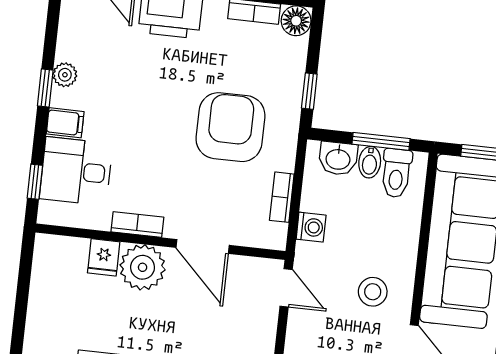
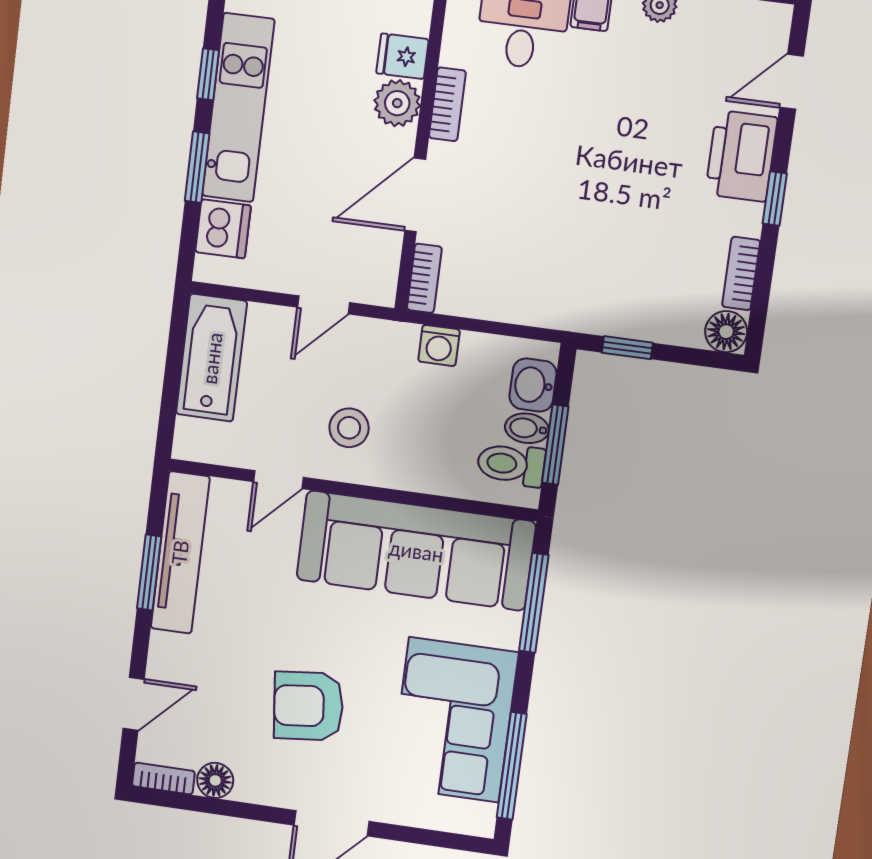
armchair: (230, 127) -> (580, 237), removed
bookcase: (282, 197) -> (424, 278), moved, turned 90
plant: (143, 267) -> (397, 103), width x0.73, depth x0.73
door: (286, 288) -> (323, 305), moved

